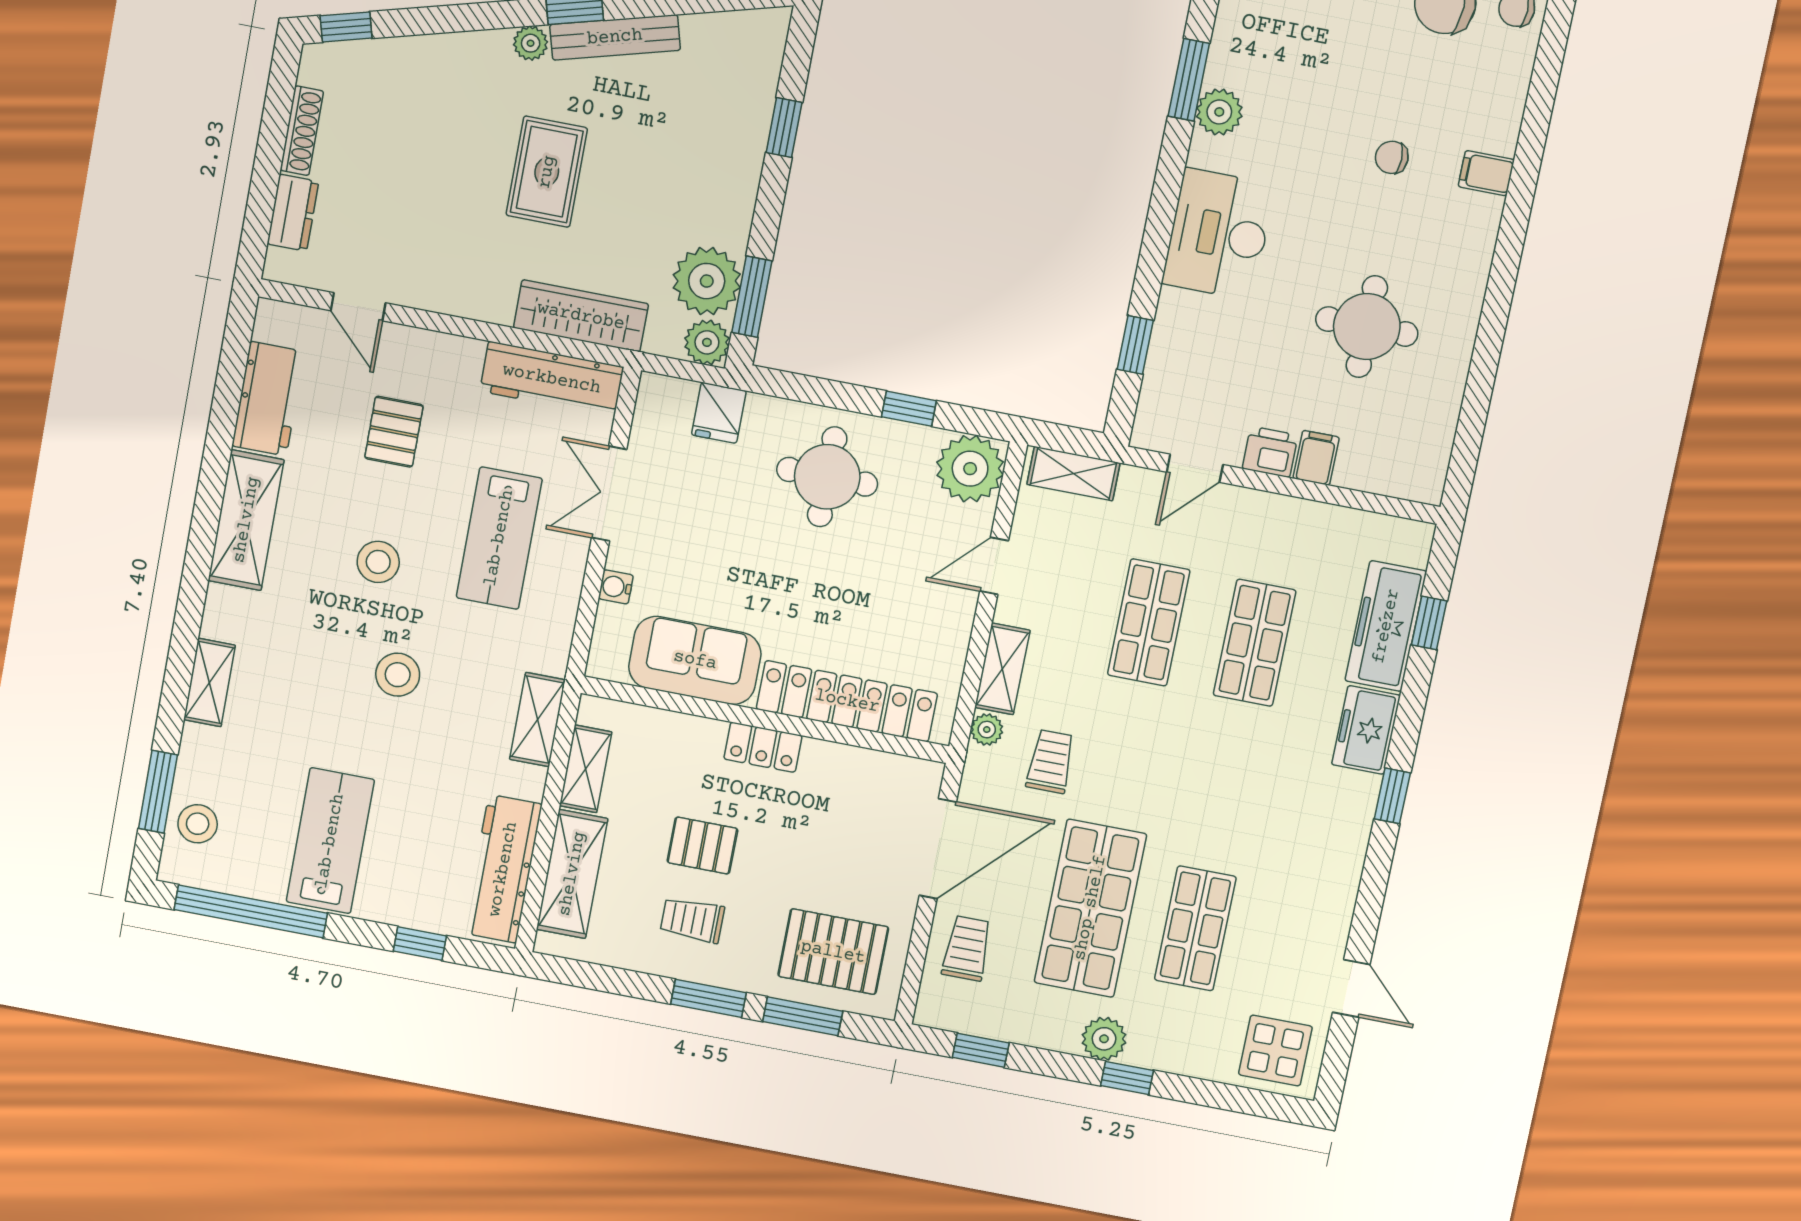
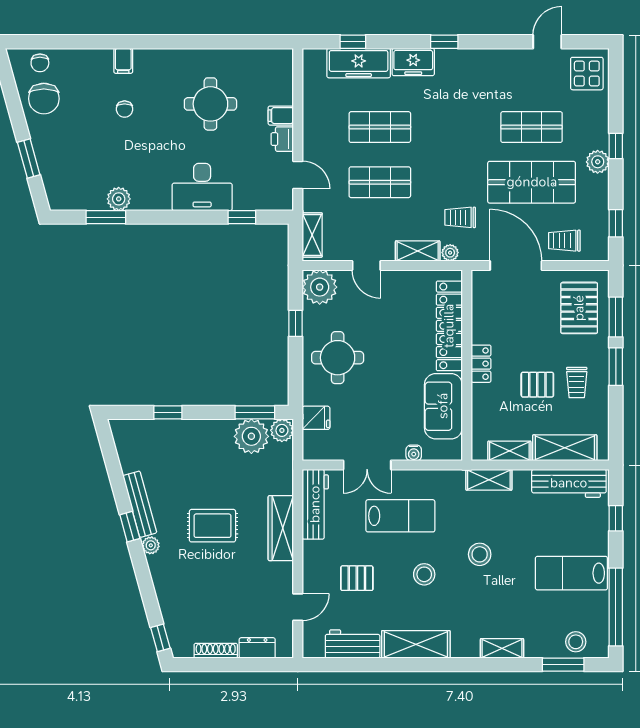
desk: (1219, 234) -> (202, 187), moved
wardrobe: (581, 316) -> (281, 528), moved
pallet: (702, 845) -> (537, 385), turned 90

